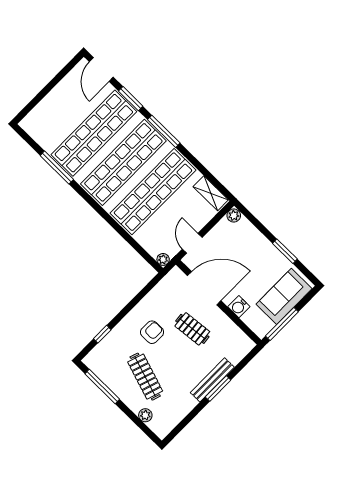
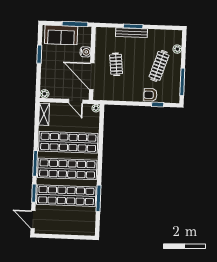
door: (101, 69) -> (33, 220), swing flipped
door: (192, 243) -> (76, 101), hinge flipped
armchair: (152, 332) -> (150, 95), moved

